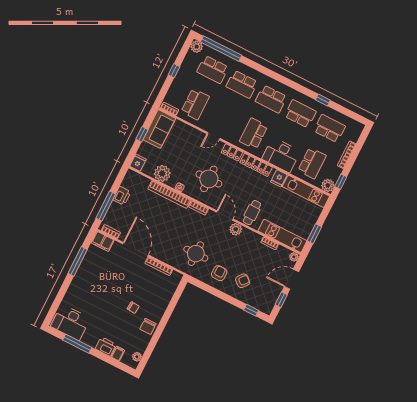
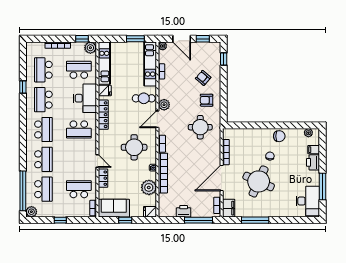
locker: (232, 152) -> (103, 178), moved
round table: (114, 284) -> (259, 181), added

